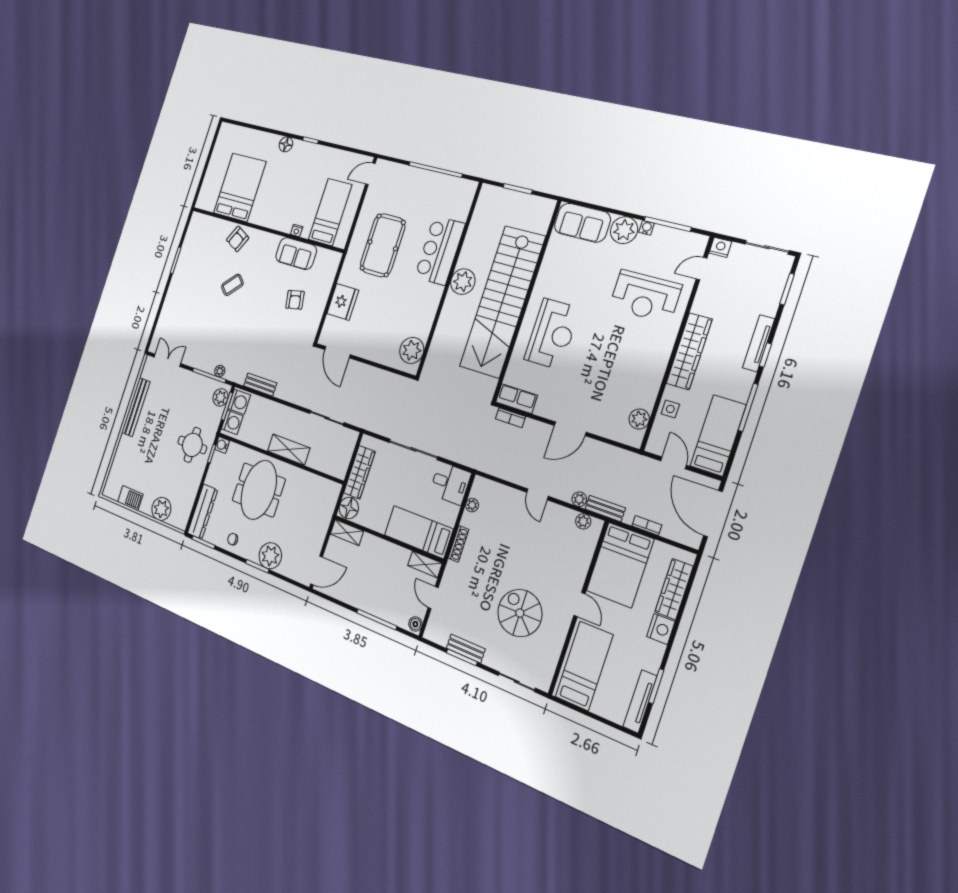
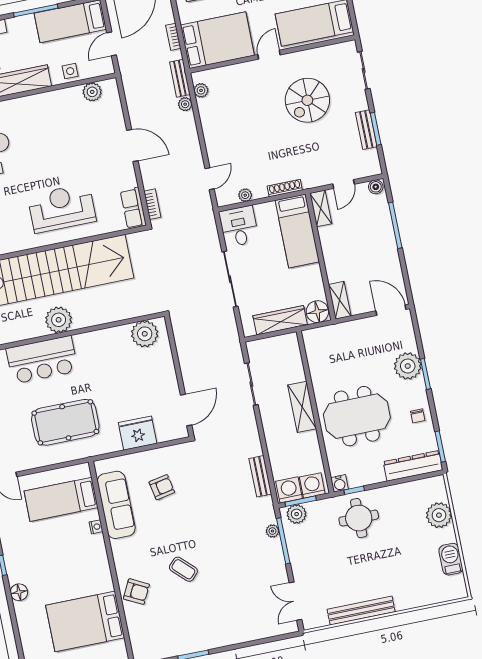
sofa: (296, 253) -> (116, 505), width x1.36
door: (537, 494) -> (210, 179), moved

